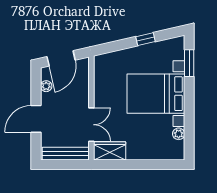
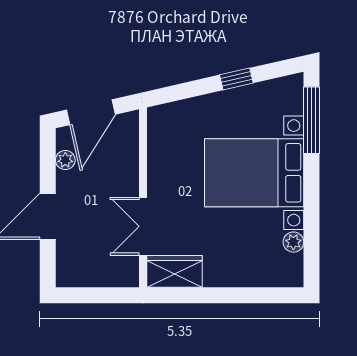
window: (189, 63) -> (311, 120), width x1.44
double door: (91, 125) -> (143, 226), swing flipped
bench: (66, 154) -> (99, 276), removed

